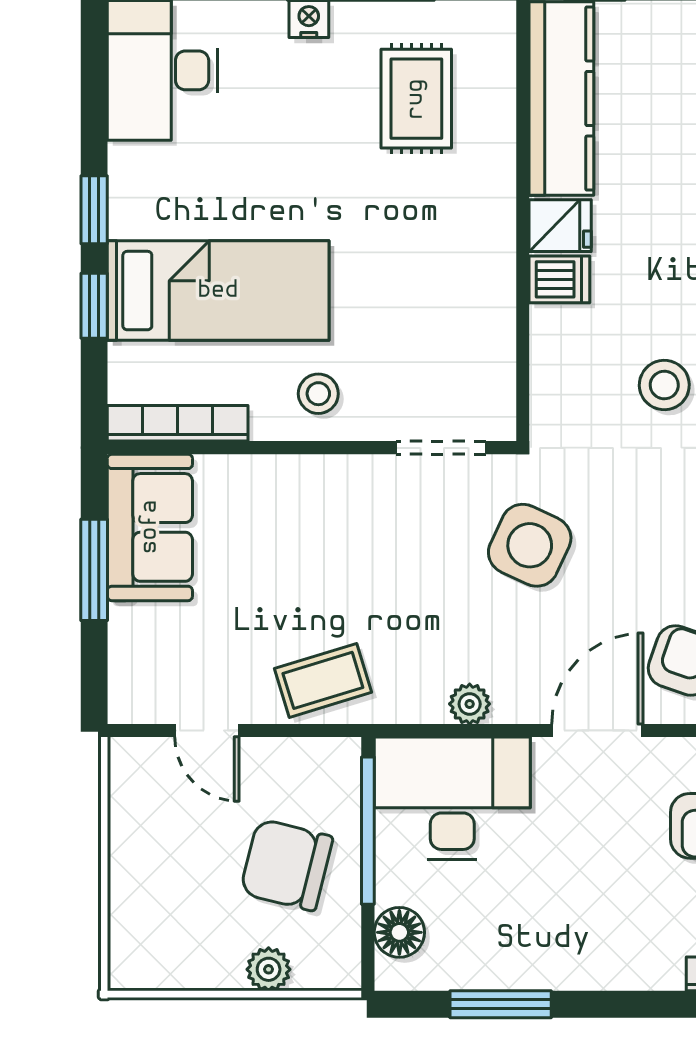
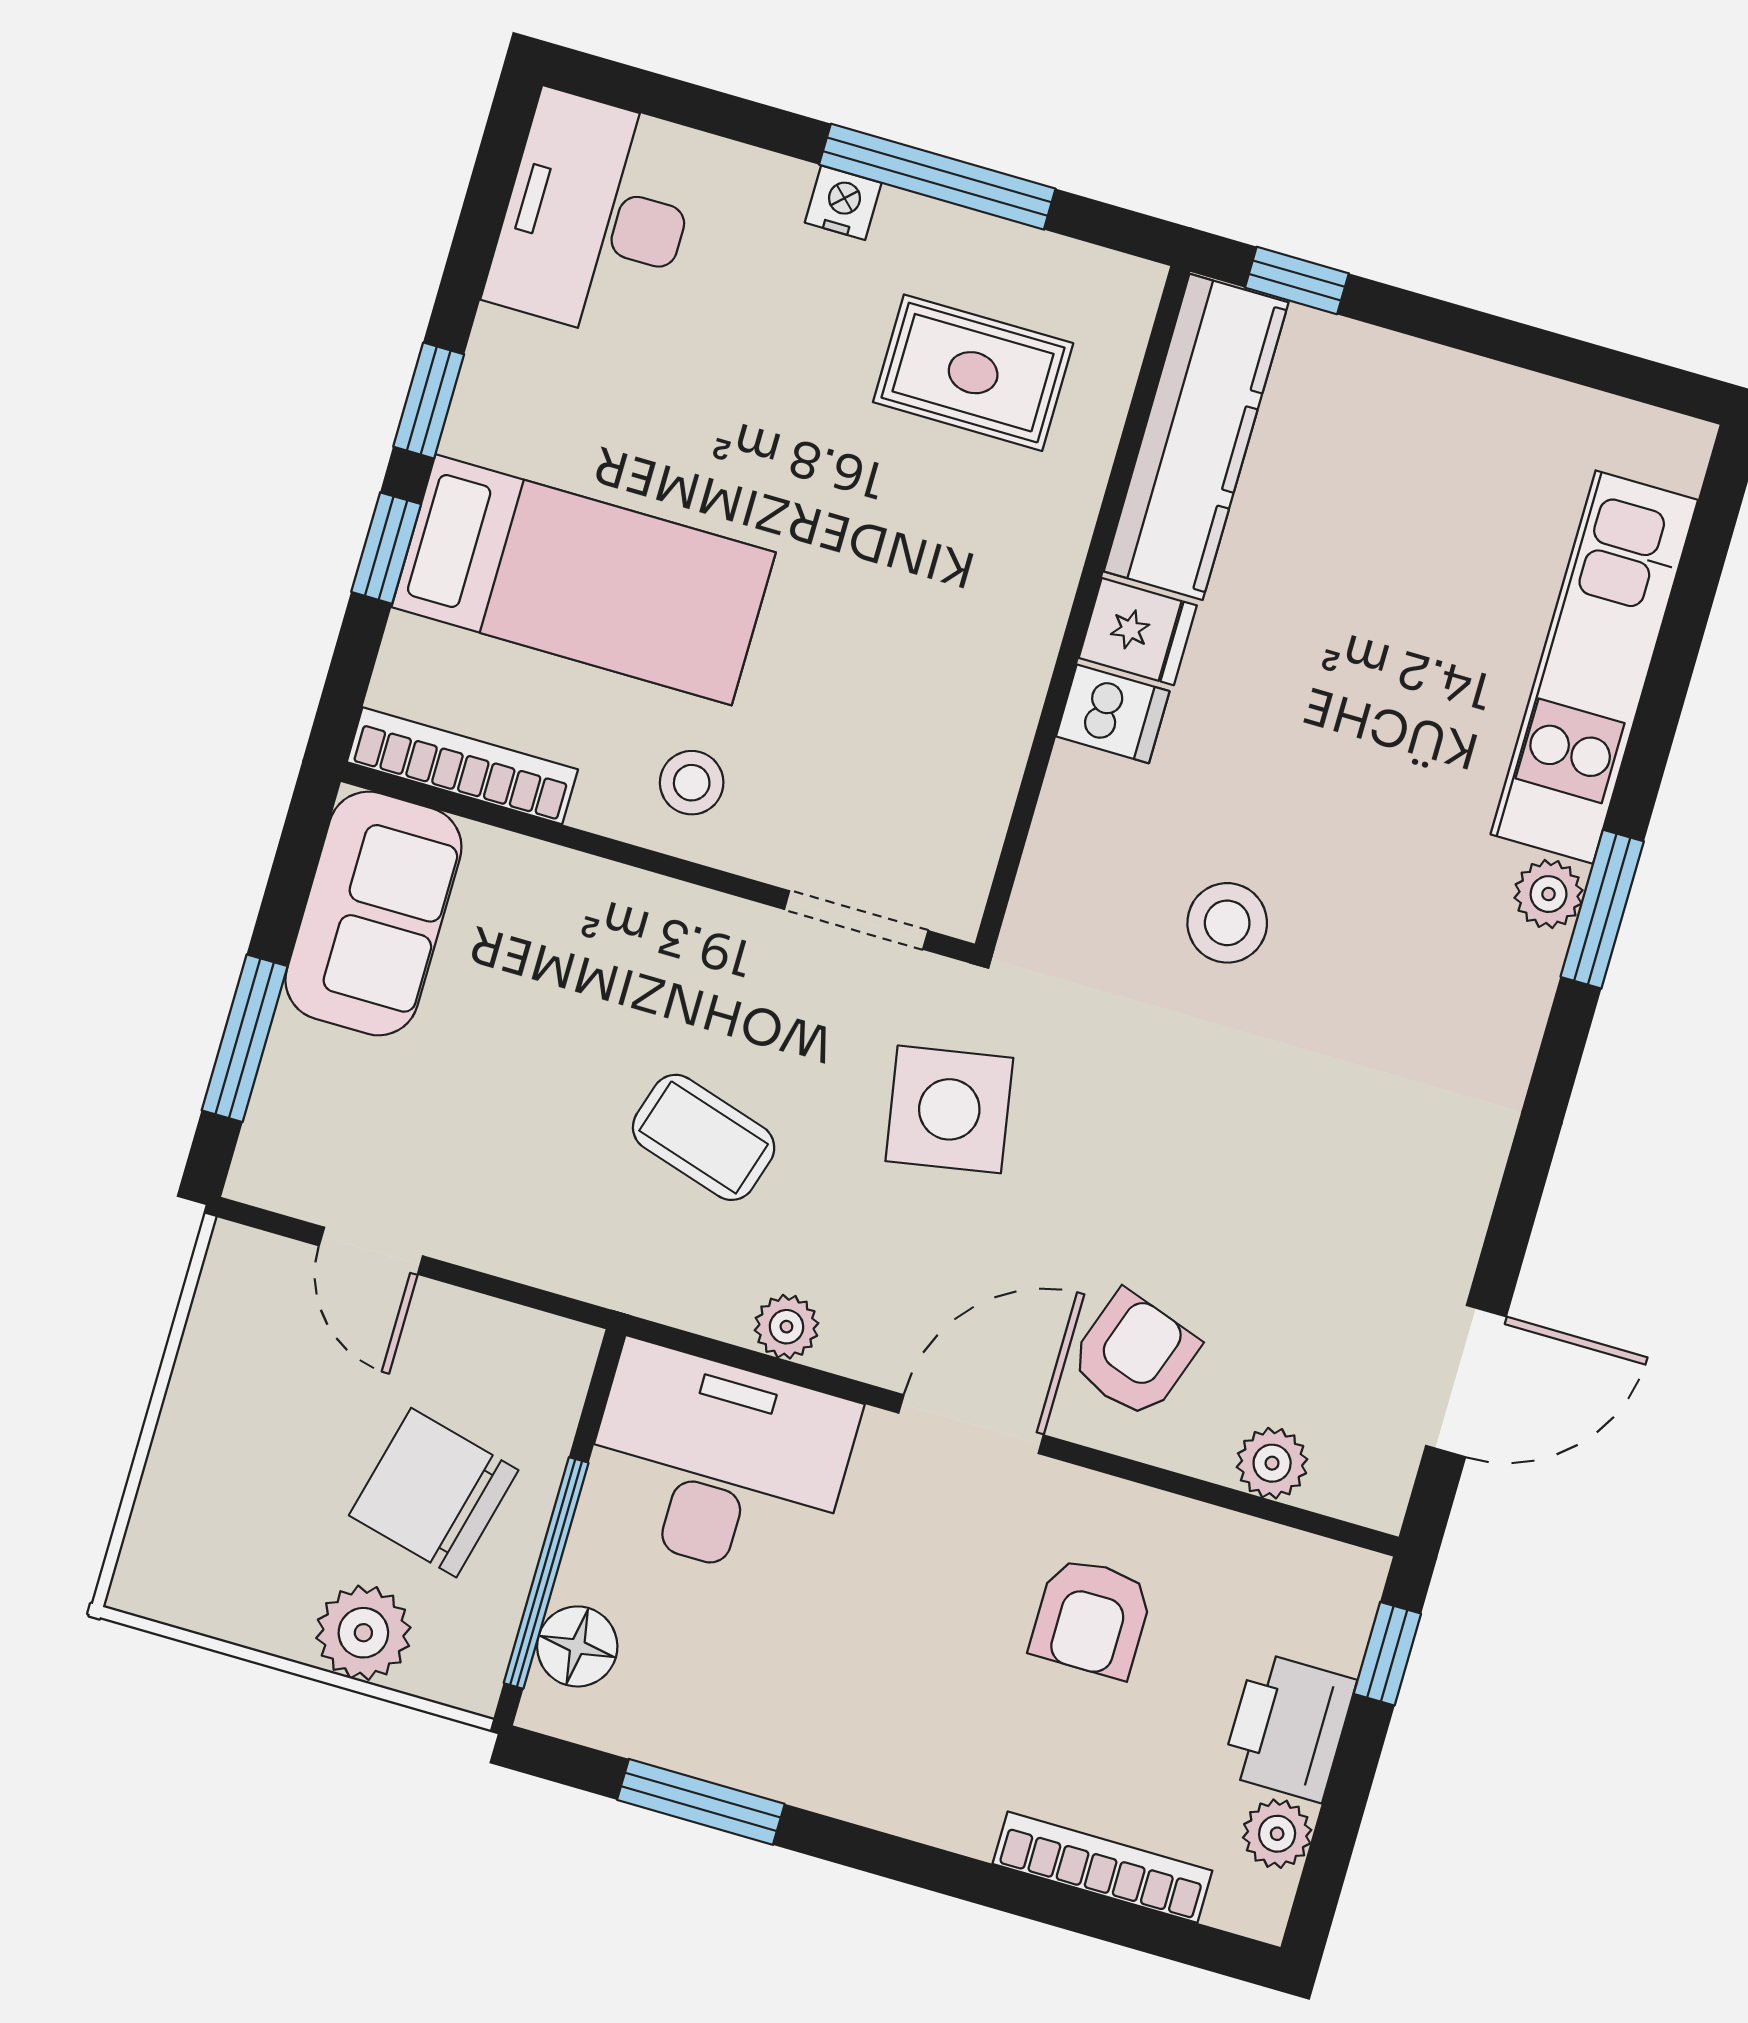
rug: (416, 99) -> (973, 373), turned 90
side table: (530, 545) -> (949, 1109), turned -35
window: (94, 570) -> (245, 1038), moved
coffee table: (323, 680) -> (704, 1137), moved, turned 34
window: (368, 831) -> (546, 1573), moved
plant: (269, 969) -> (363, 1633), width x1.38, depth x1.38

